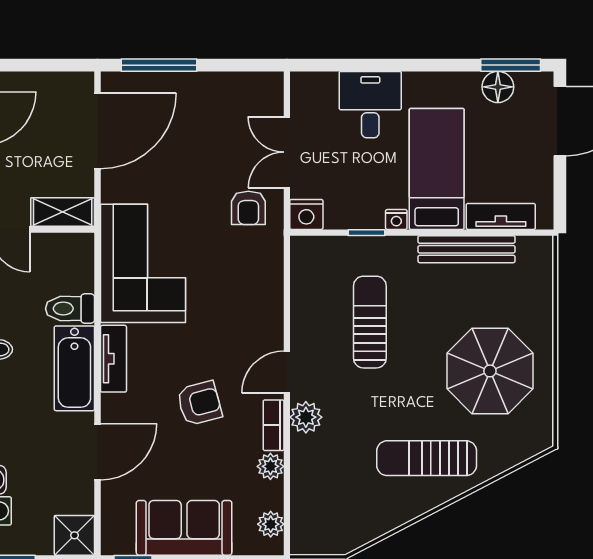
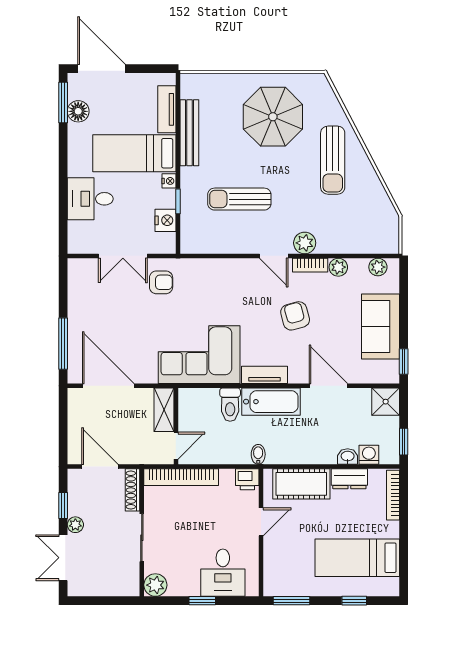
nightstand: (306, 214) -> (166, 220), moved

